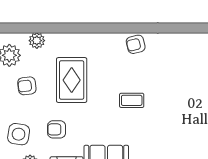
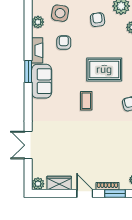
rug: (72, 80) -> (104, 69), moved

